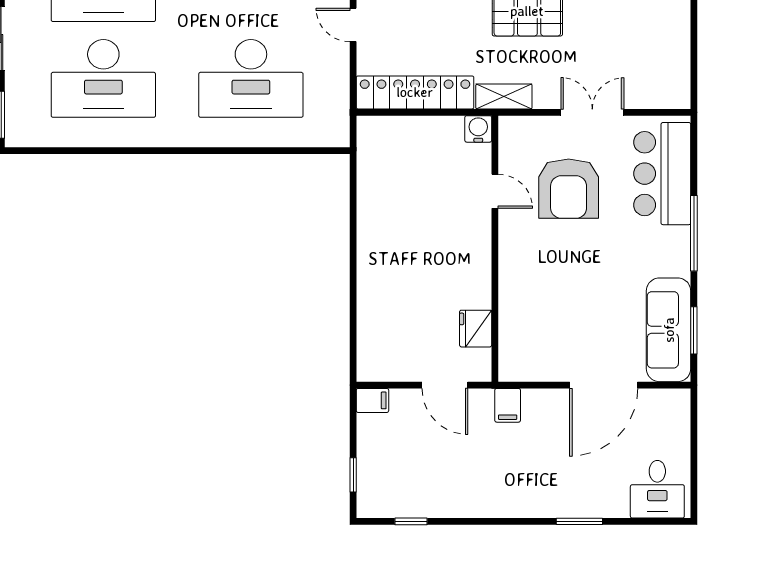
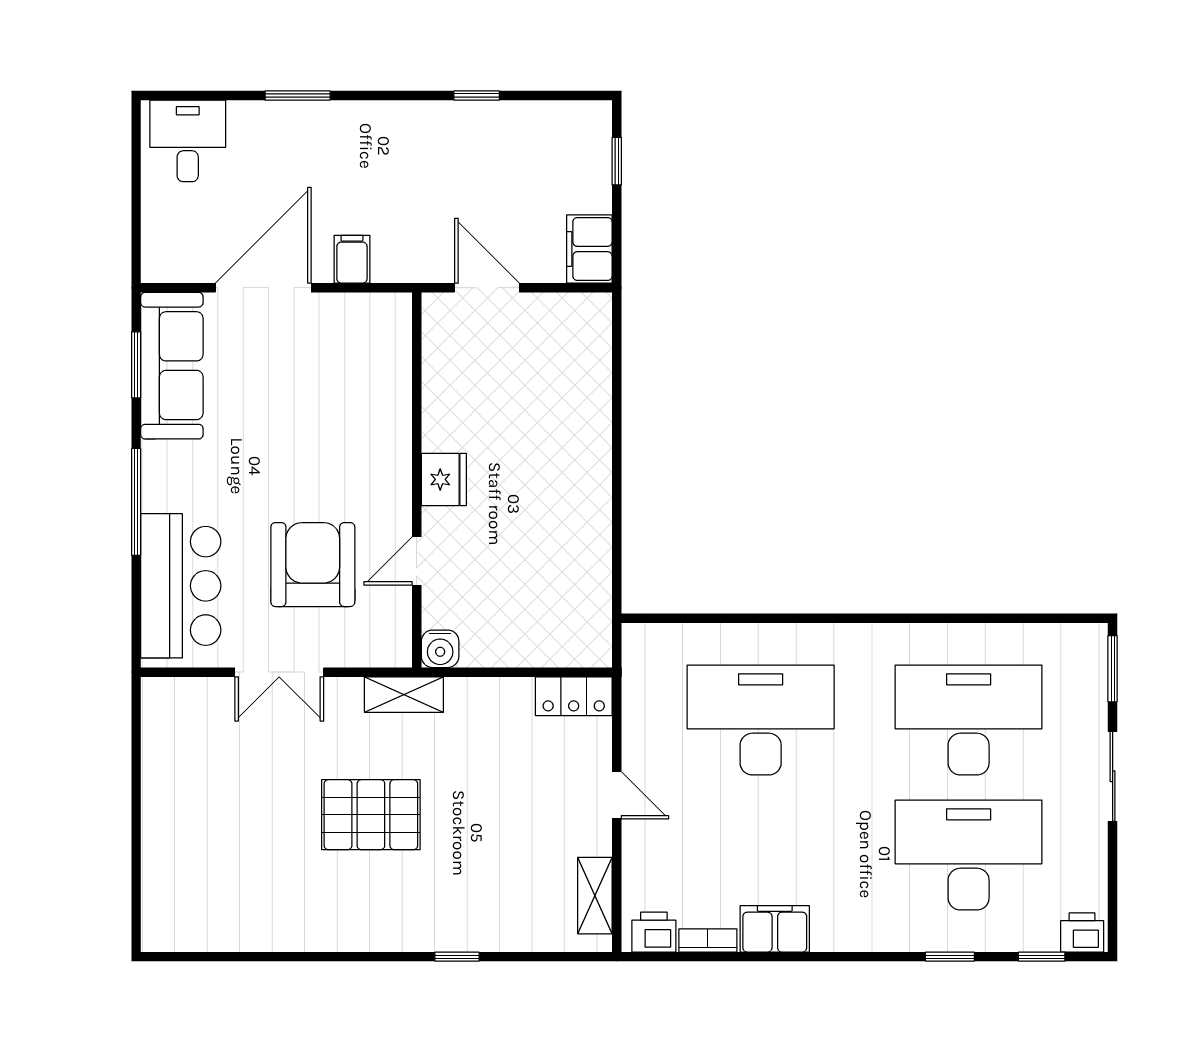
locker: (415, 92) -> (574, 696), width x0.46, depth x0.83
door: (495, 191) -> (417, 561), hinge flipped
fridge: (476, 329) -> (444, 479), moved
filing cabinet: (372, 400) -> (589, 249), width x2.00
filing cabinet: (508, 405) -> (352, 259), moved
window: (411, 521) -> (477, 96), moved

